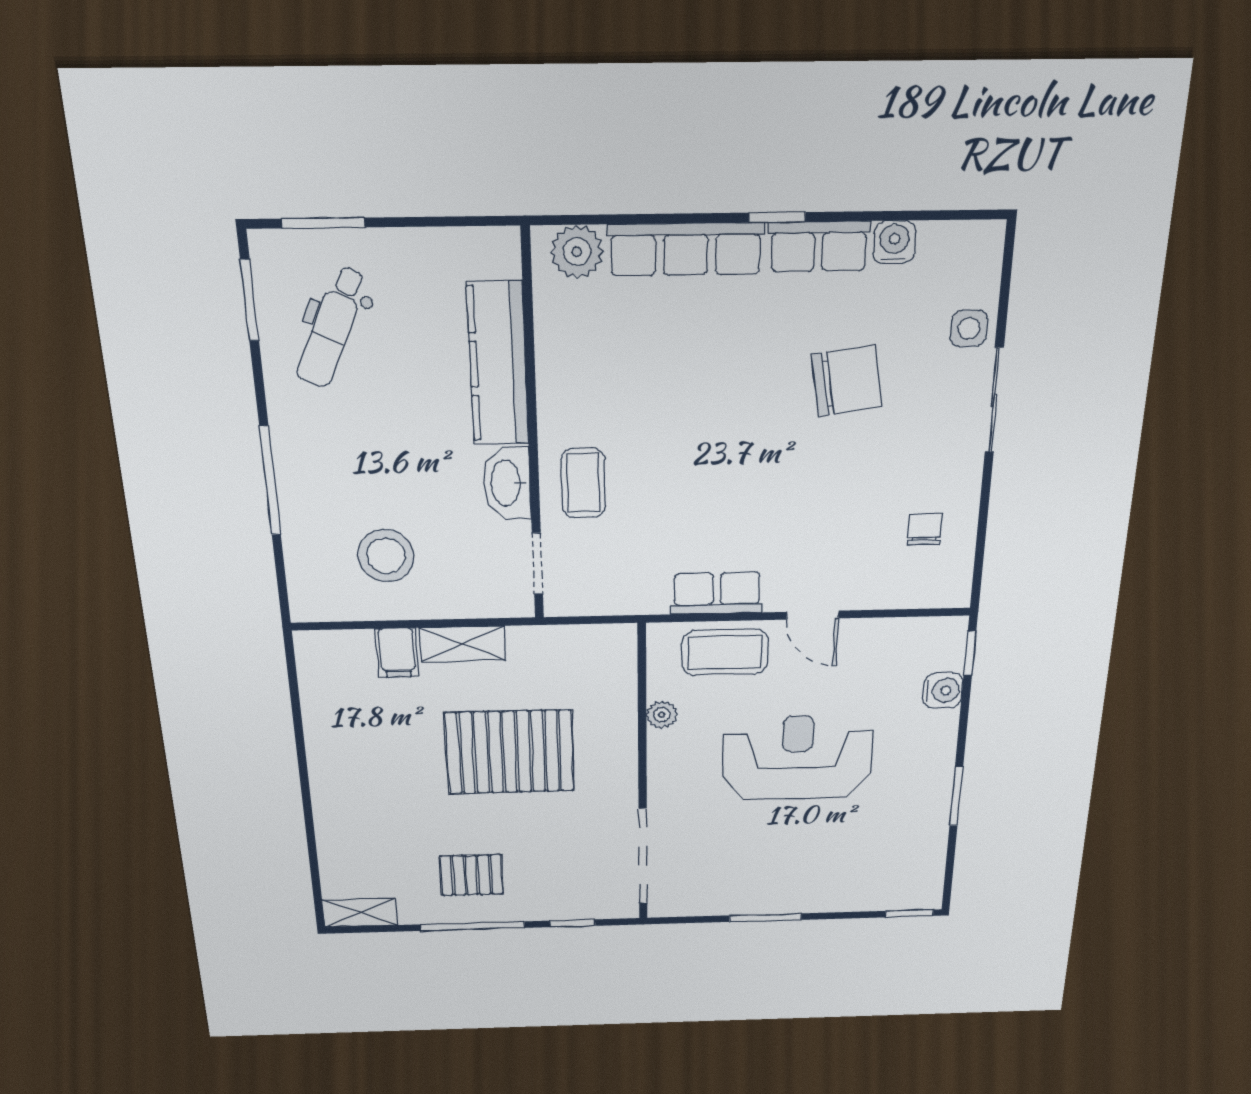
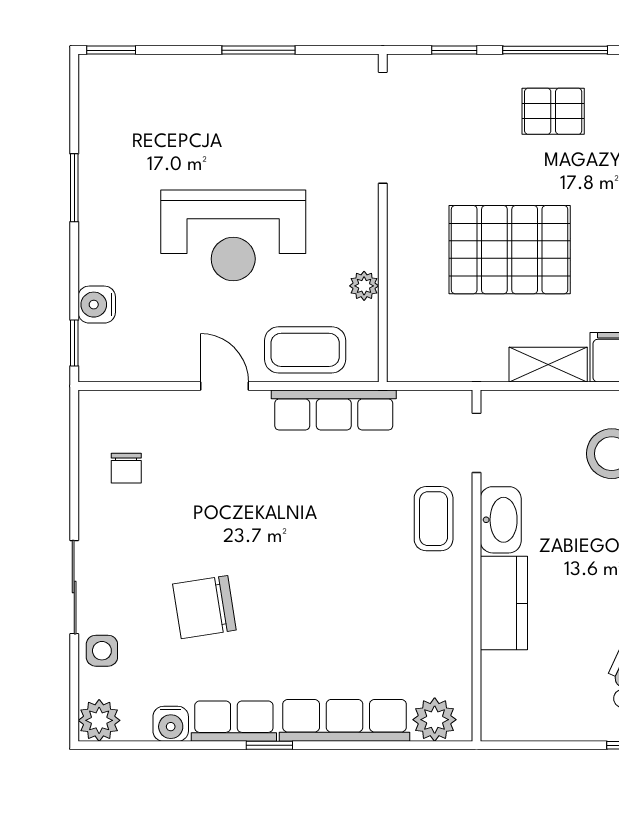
plant: (979, 245) -> (99, 720), added
kitchen counter: (498, 364) -> (504, 603), width x0.67
row of seats: (717, 593) -> (334, 410), width x1.48

